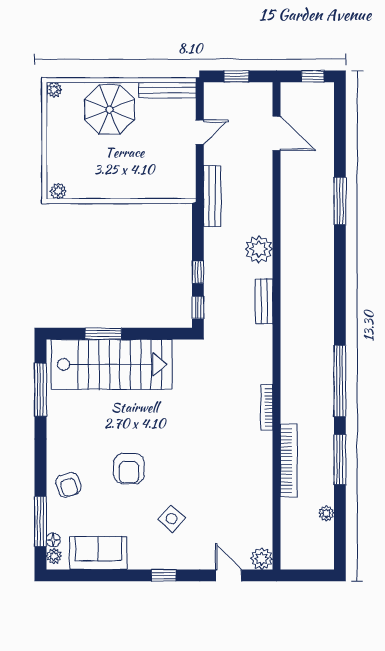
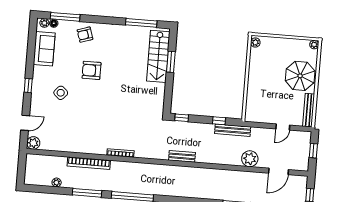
door: (200, 132) -> (283, 127), hinge flipped
bench: (212, 196) -> (233, 130), moved
plant: (259, 249) -> (250, 159), moved
window: (198, 272) -> (219, 121), moved
stairs: (112, 364) -> (158, 56), width x0.73, depth x0.66

